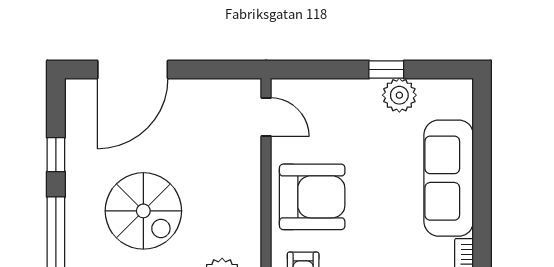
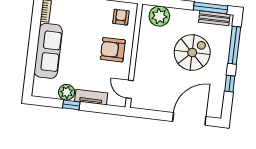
tv unit: (346, 91) -> (91, 97), added
armchair: (312, 197) -> (113, 50), width x0.73, depth x0.73
spiral stairs: (143, 211) -> (192, 53), turned 90

